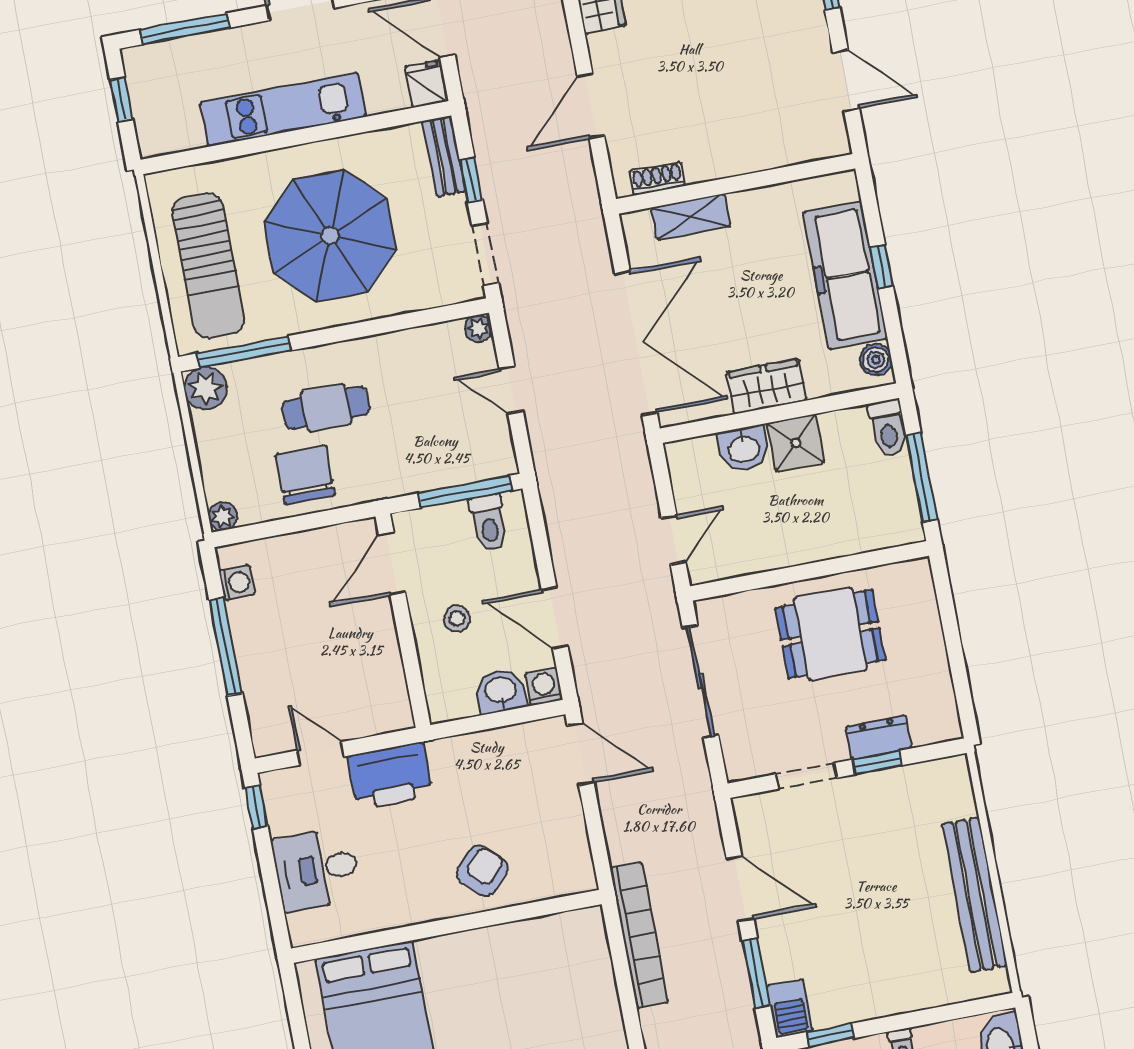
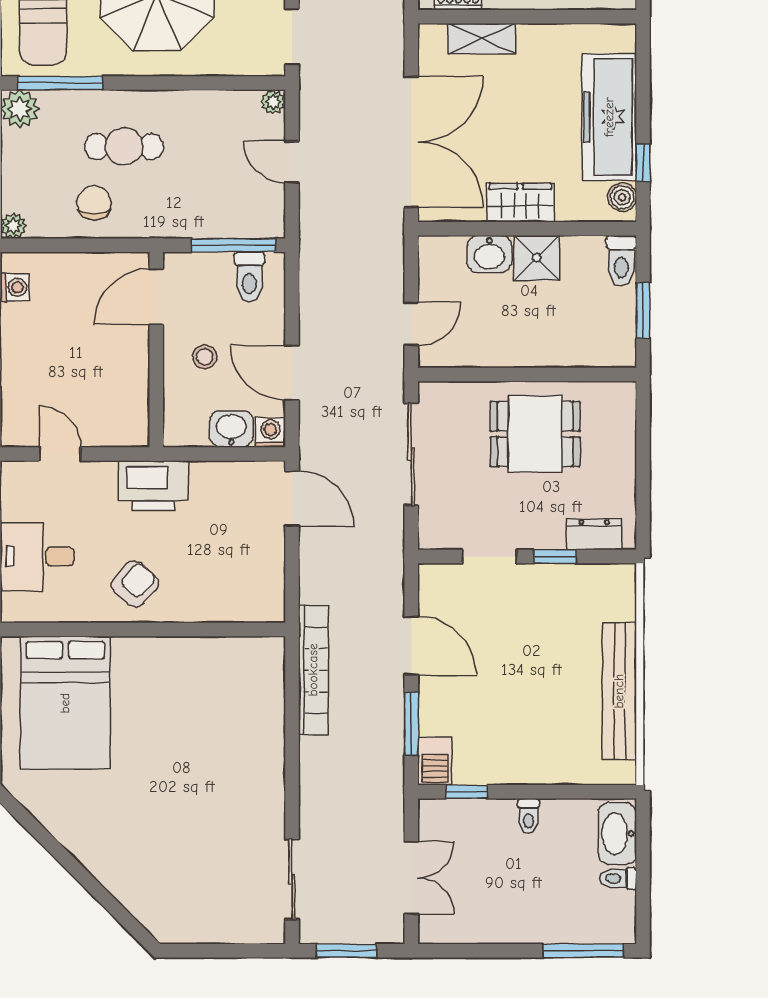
window: (882, 267) -> (643, 163), moved
chair: (305, 475) -> (94, 203), width x0.73, depth x0.73
window: (922, 478) -> (643, 310), width x0.69
dresser: (879, 737) -> (594, 534), moved
printer: (390, 776) -> (153, 486), moved
armchair: (482, 871) -> (135, 584), moved

